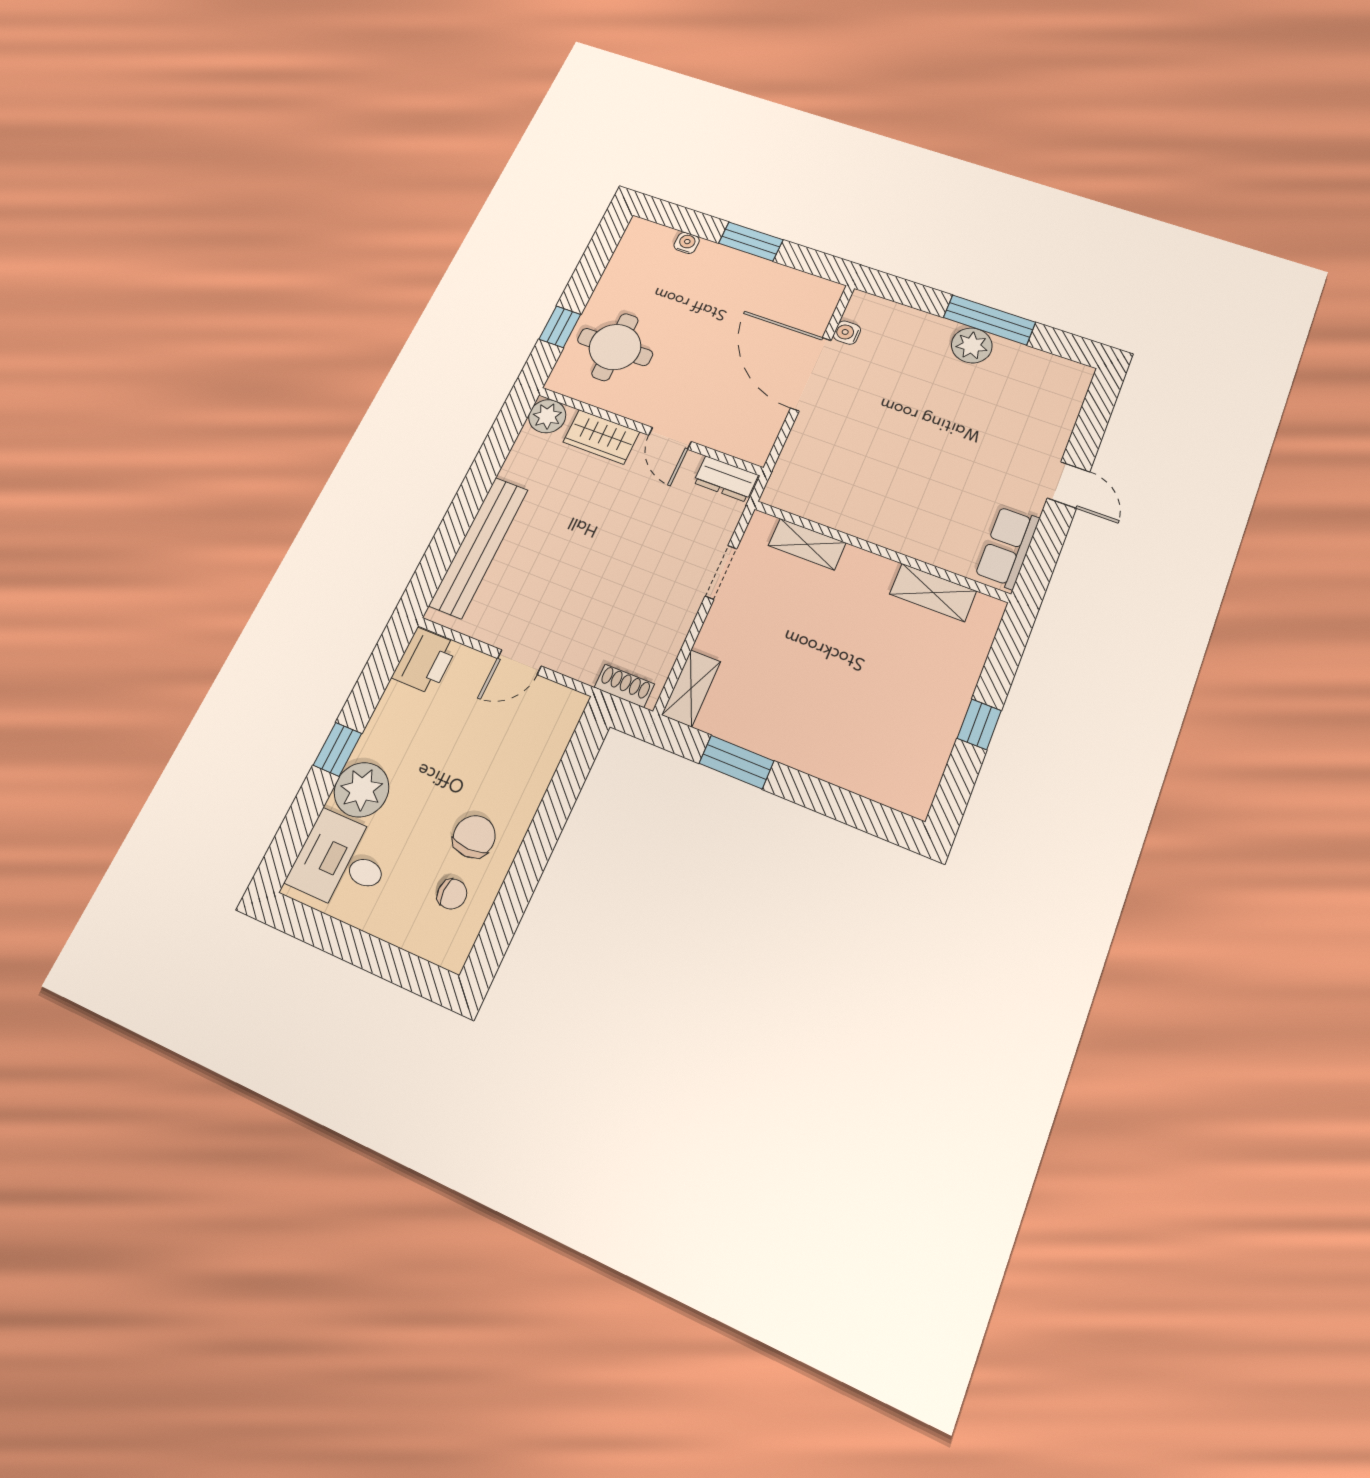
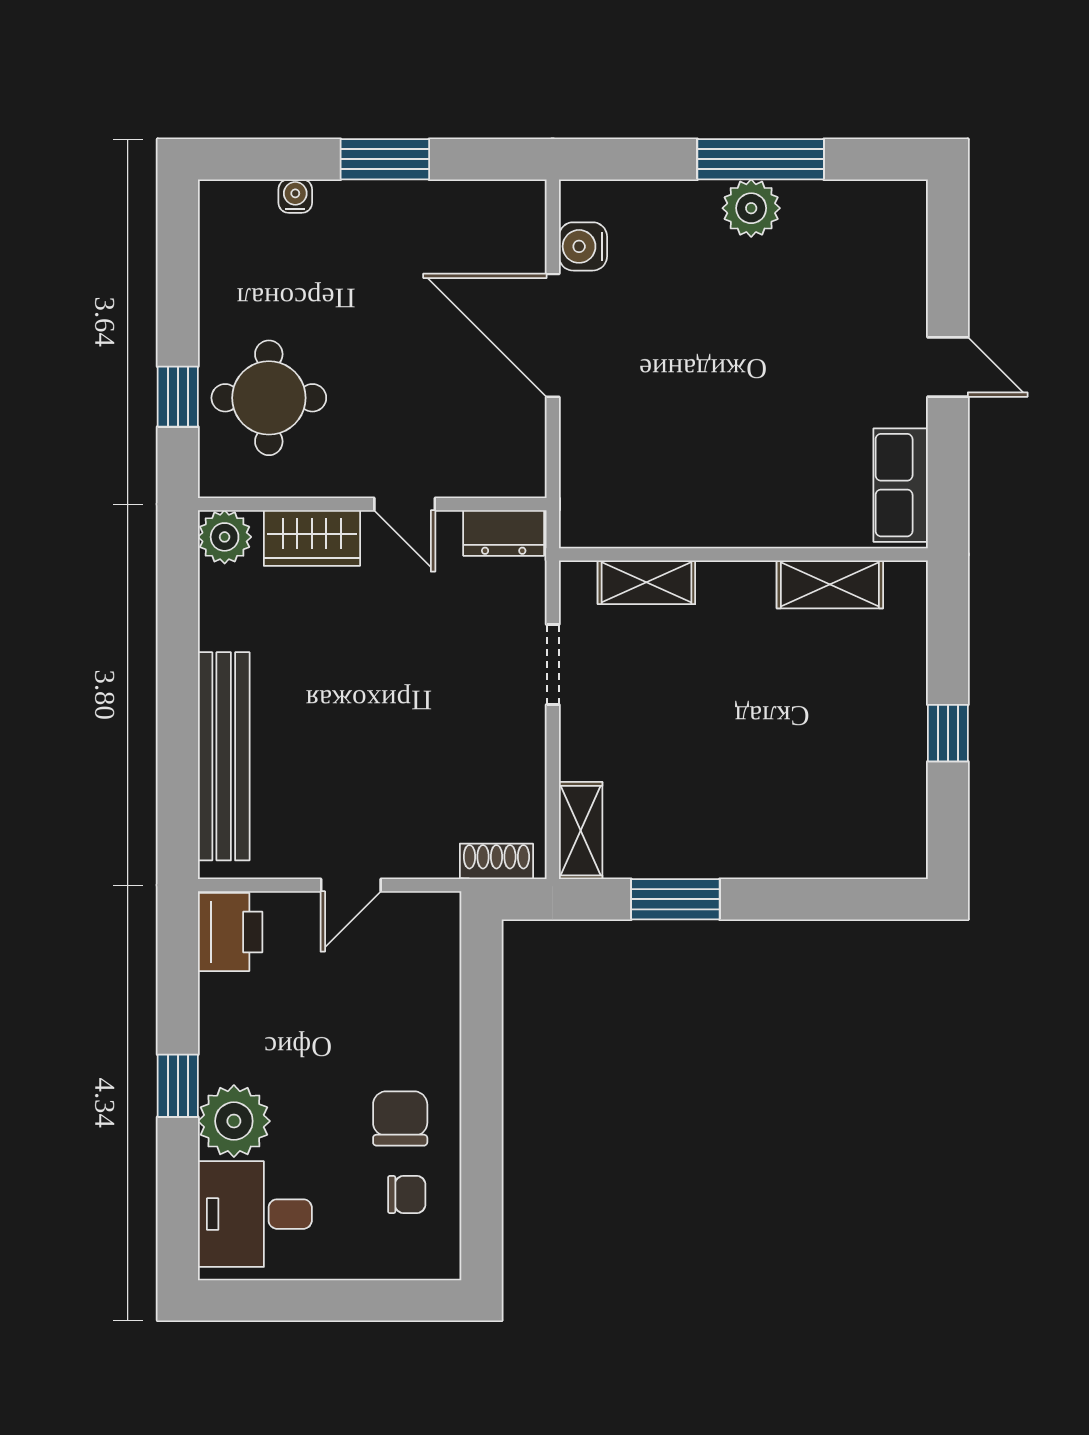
water cooler: (847, 333) -> (583, 246), width x1.38, depth x1.38

